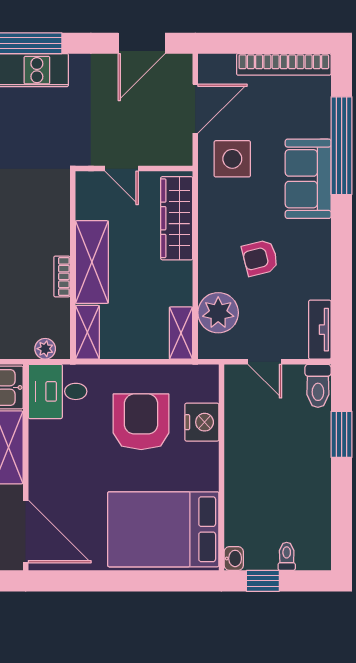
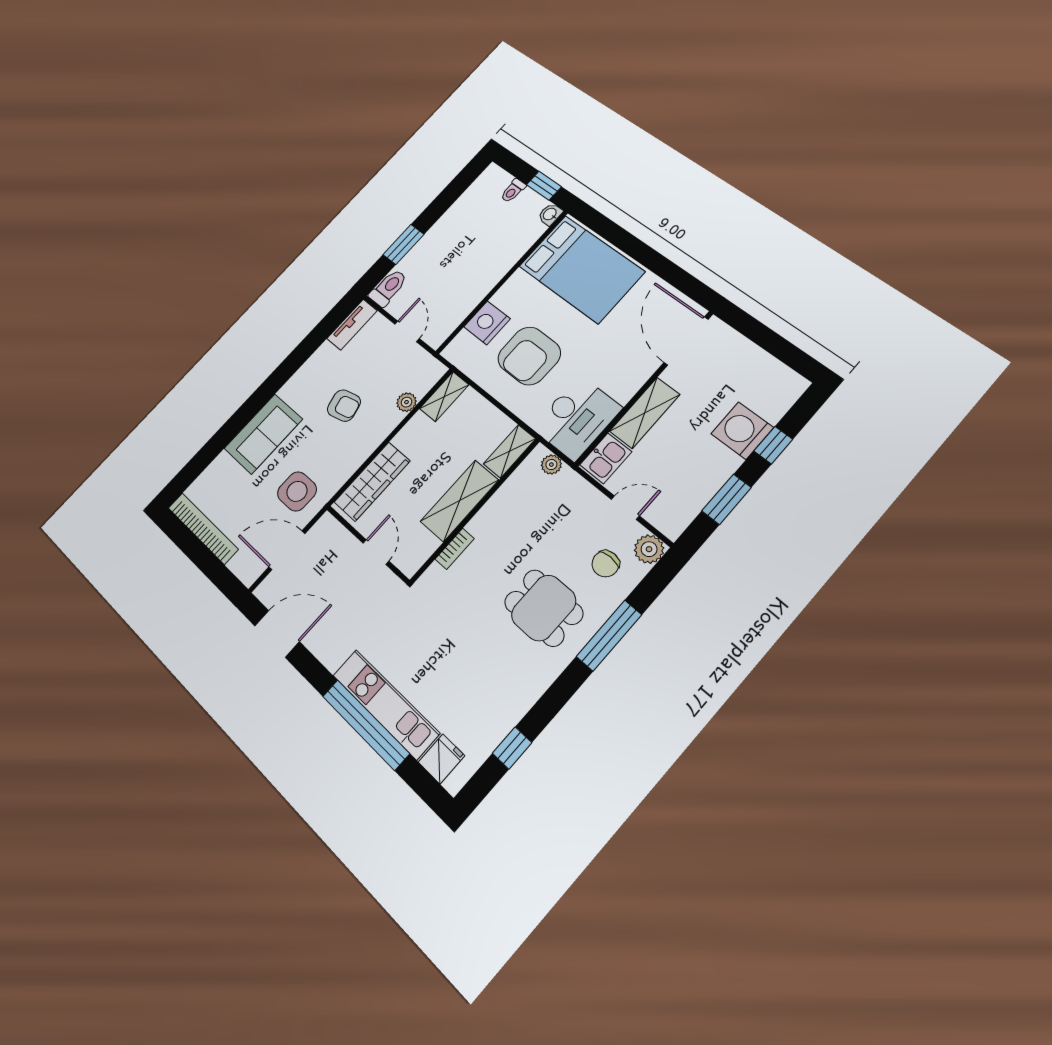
window: (342, 146) -> (222, 438), removed
bookcase: (62, 276) -> (455, 549), moved
plant: (218, 313) -> (406, 402), width x0.53, depth x0.53
desk: (58, 391) -> (577, 418), width x1.37

